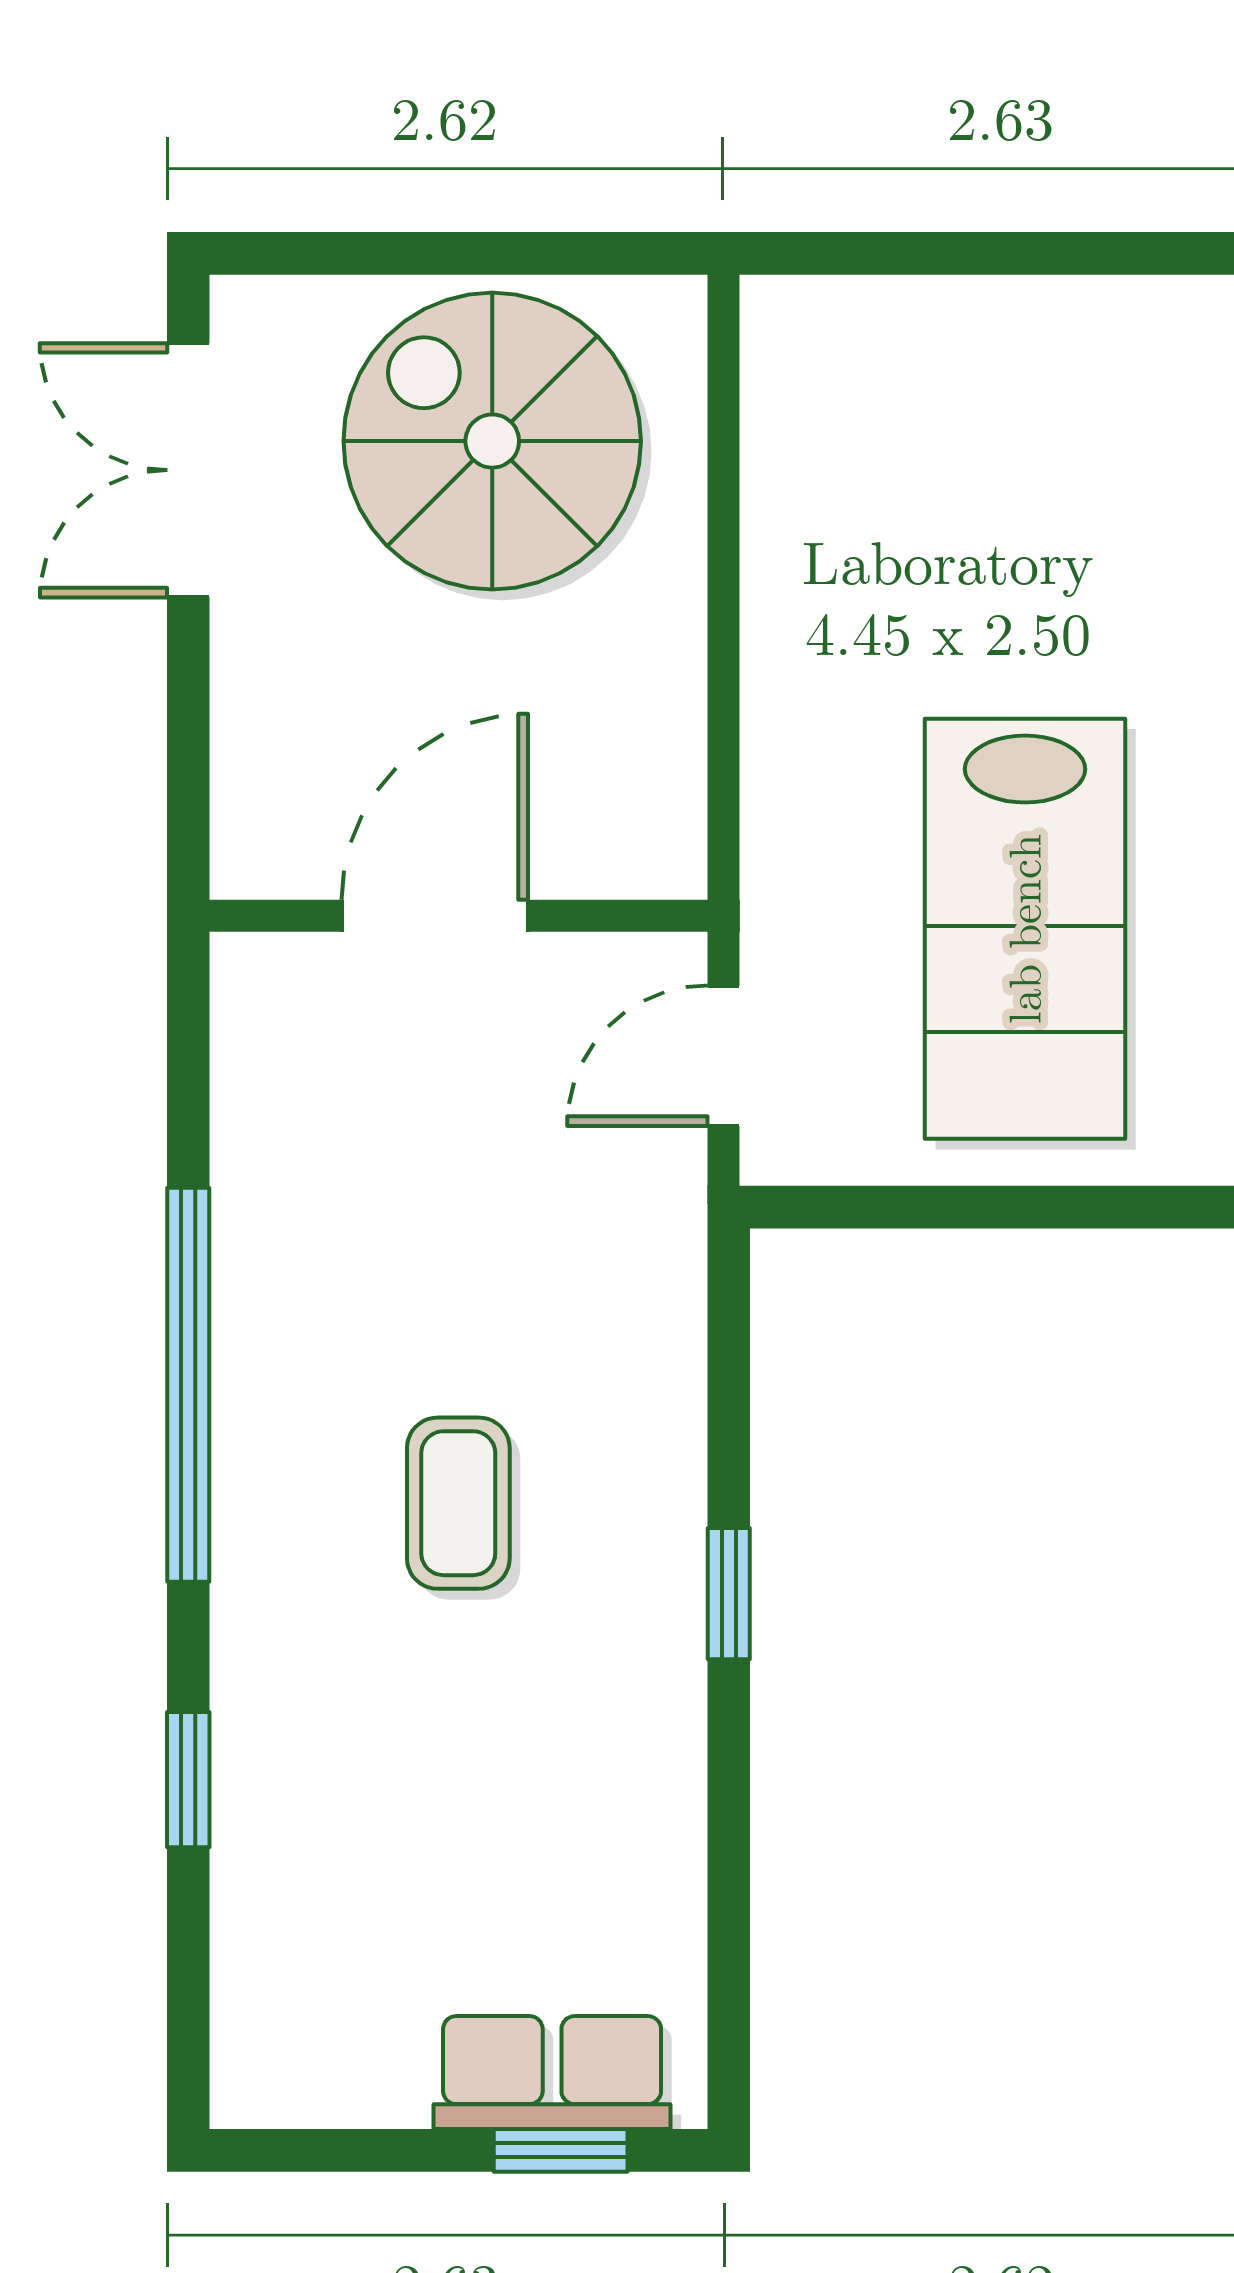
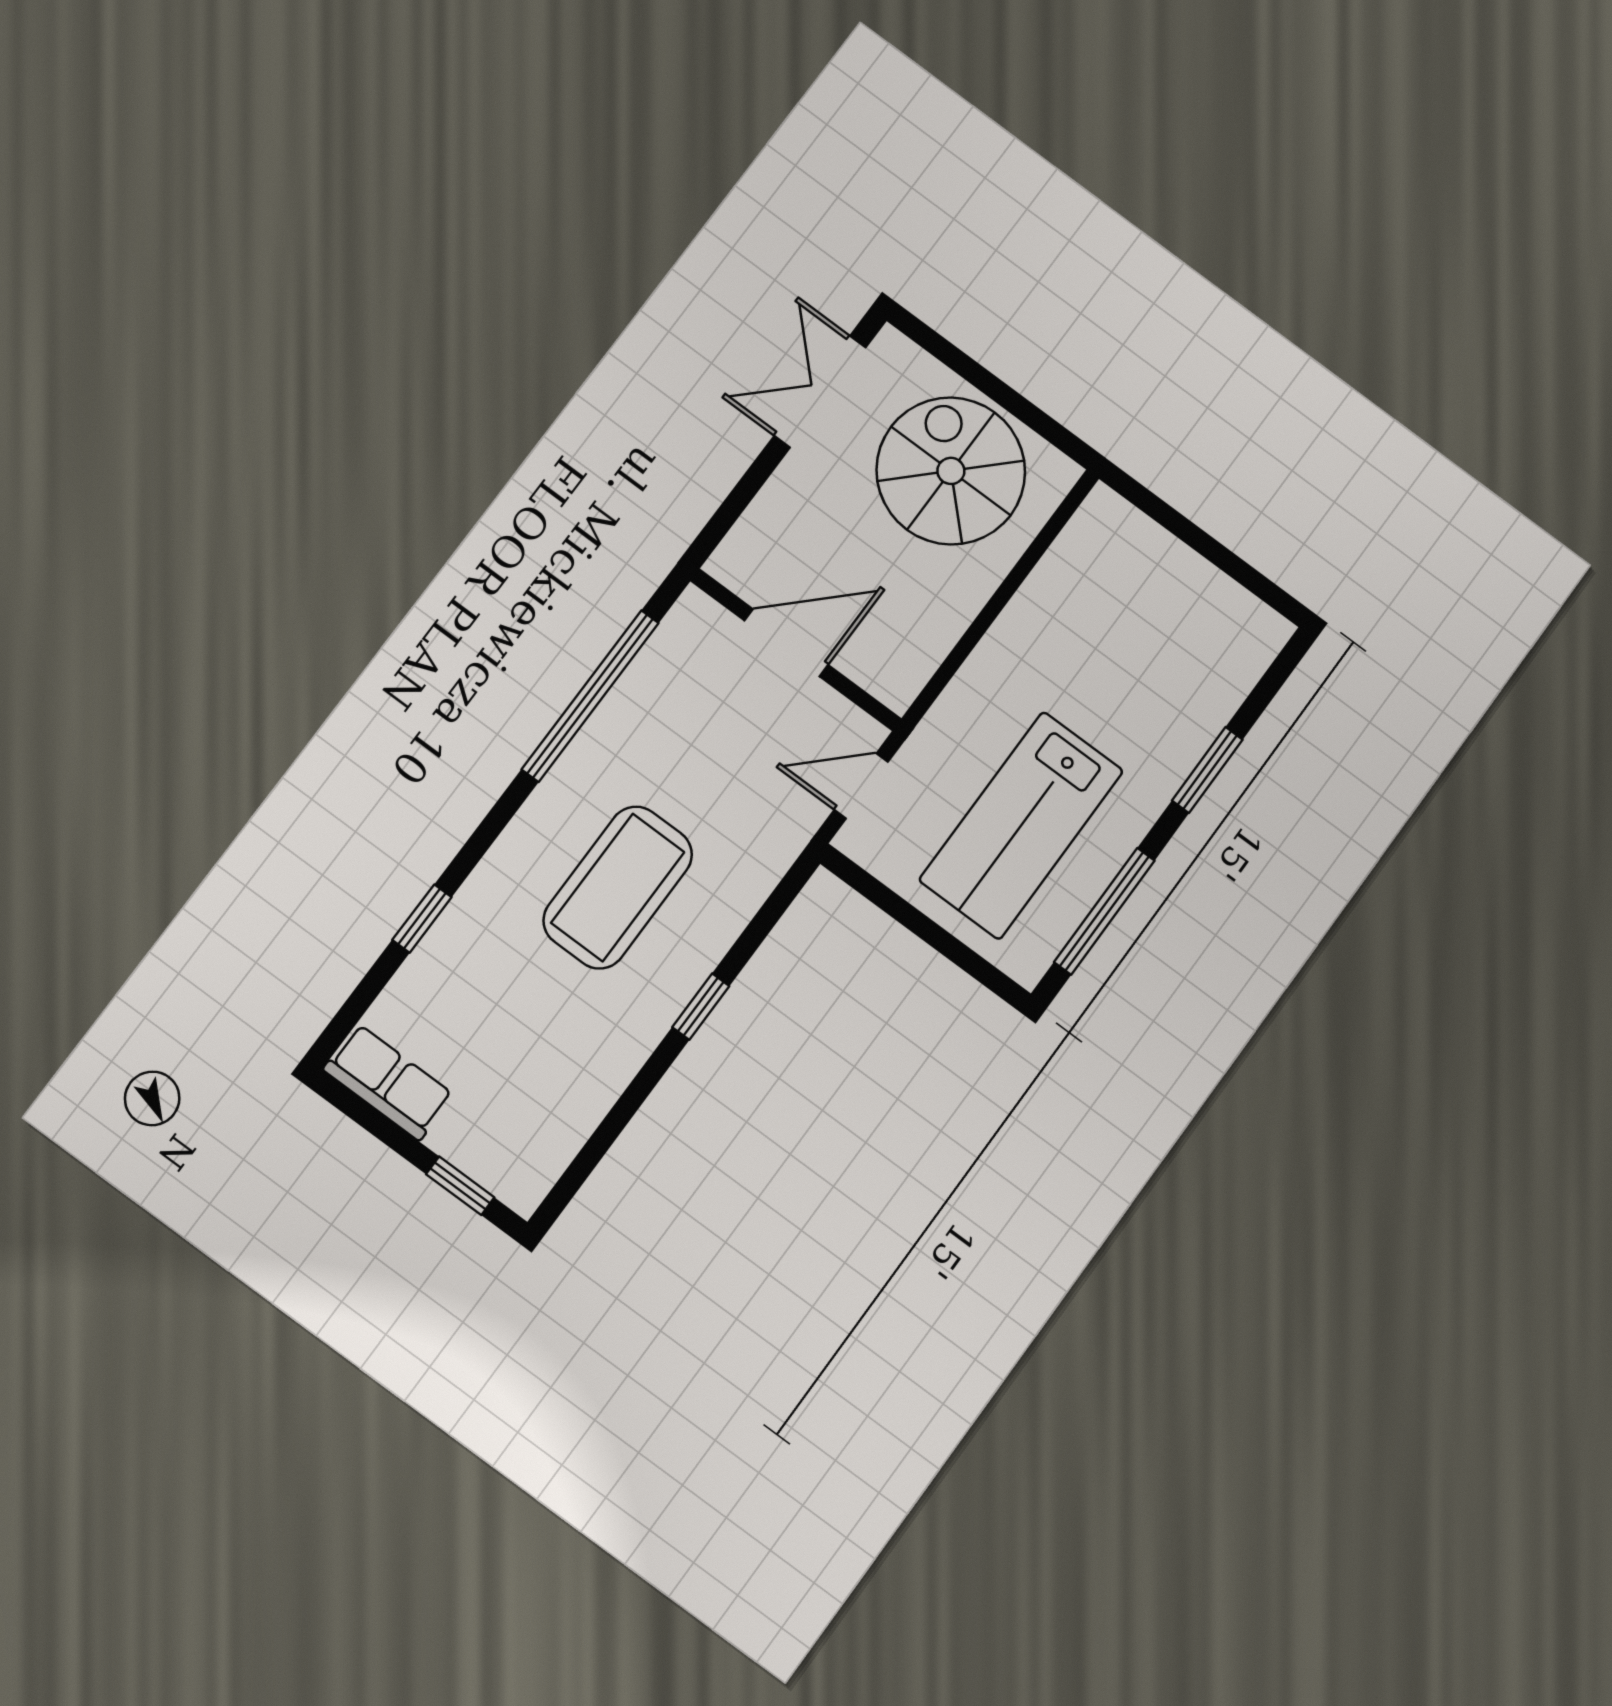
window: (188, 1385) -> (590, 696), moved
coffee table: (458, 1503) -> (618, 887), width x1.86, depth x1.72
row of seats: (552, 2073) -> (388, 1082), moved

